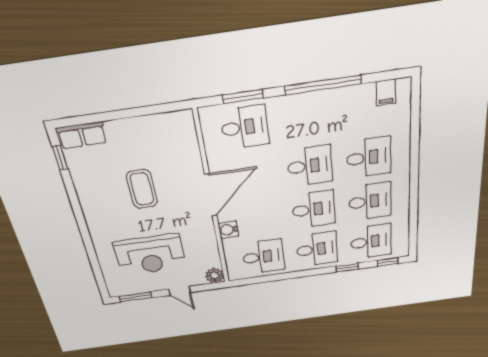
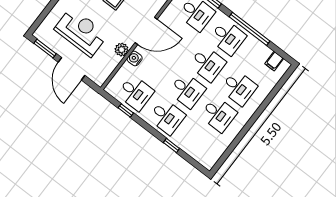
desk: (371, 242) -> (228, 37), moved
reception desk: (150, 255) -> (81, 32), turned 180
window: (388, 262) -> (126, 110), moved
plant: (215, 275) -> (122, 50), moved
door: (180, 291) -> (72, 69), width x1.87

